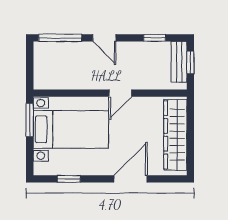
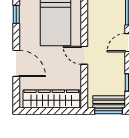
window: (190, 63) -> (109, 111), width x1.50

